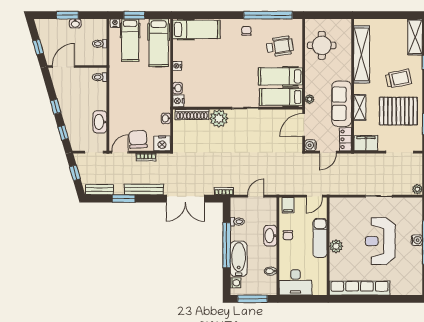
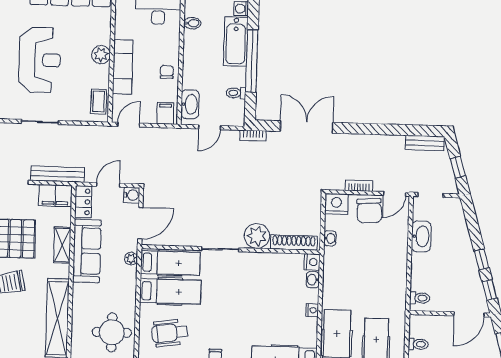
window: (63, 133) -> (489, 290), moved
bench: (144, 190) -> (58, 174), moved
window: (124, 199) -> (392, 130), removed
coffee table: (337, 212) -> (99, 101), added
washbasin: (270, 236) -> (190, 104), moved

